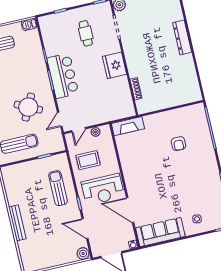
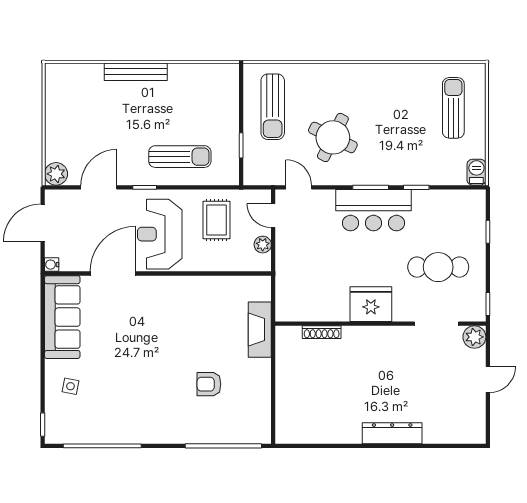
cafe table: (86, 33) -> (438, 267), width x1.37, depth x1.35
fireplace: (128, 126) -> (260, 330), moved

